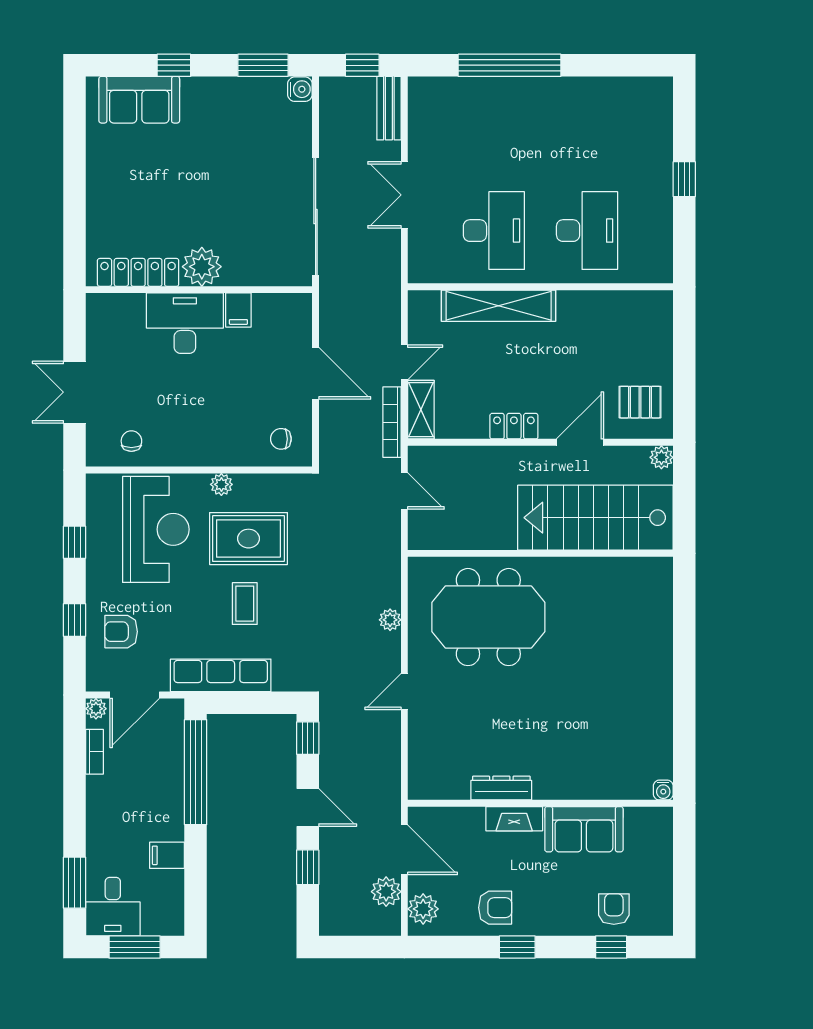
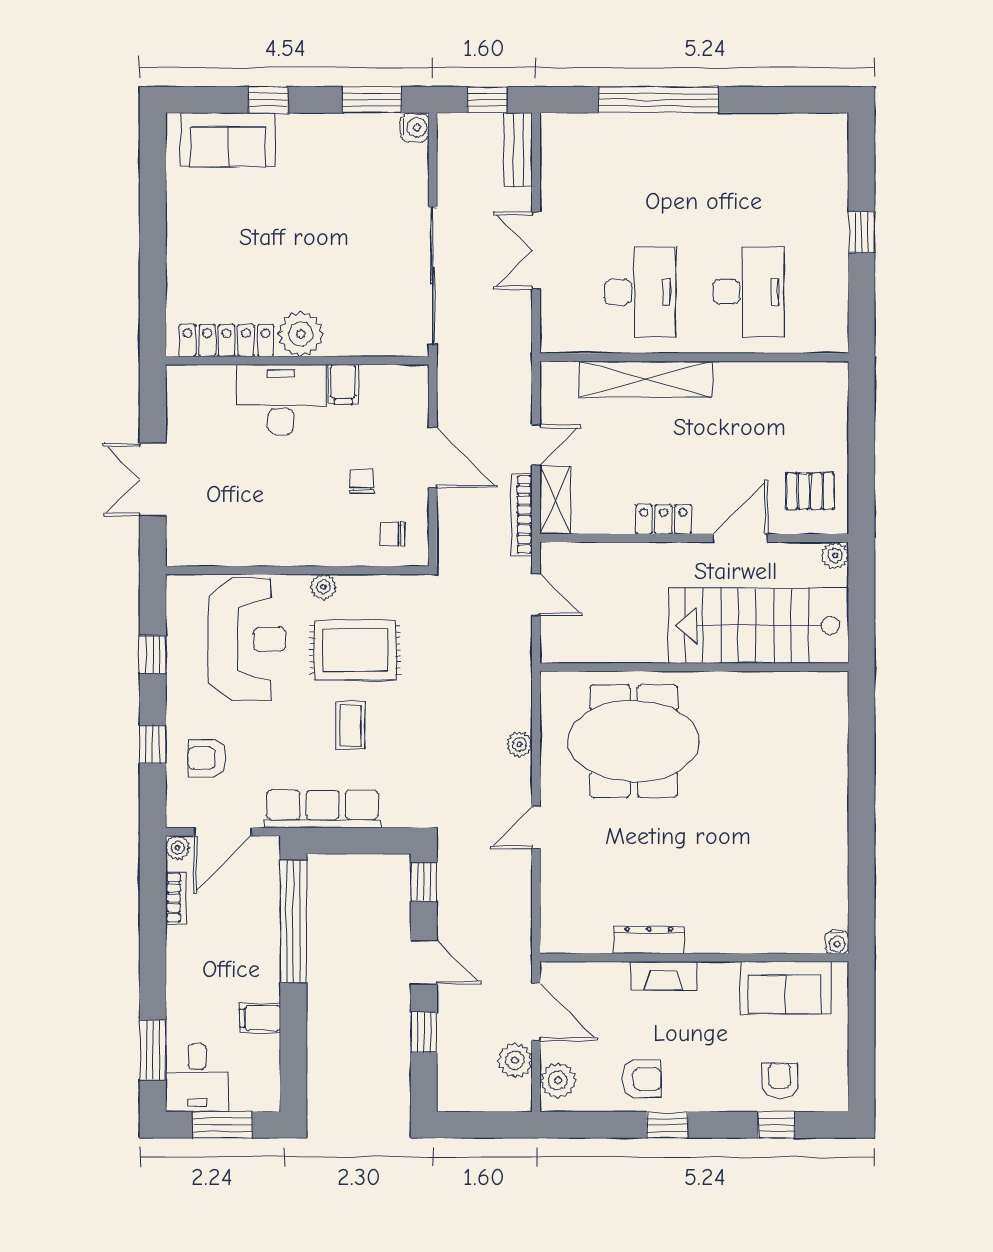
chair: (131, 441) -> (362, 482), moved
sofa: (584, 829) -> (785, 988), moved

